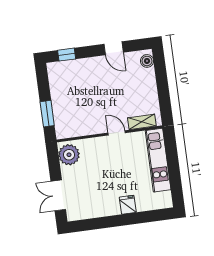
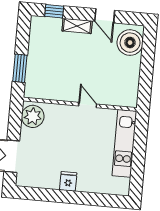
boiler: (147, 61) -> (130, 43), width x1.86, depth x1.86
shelving: (142, 122) -> (77, 26), moved
fridge: (128, 205) -> (68, 181), moved

